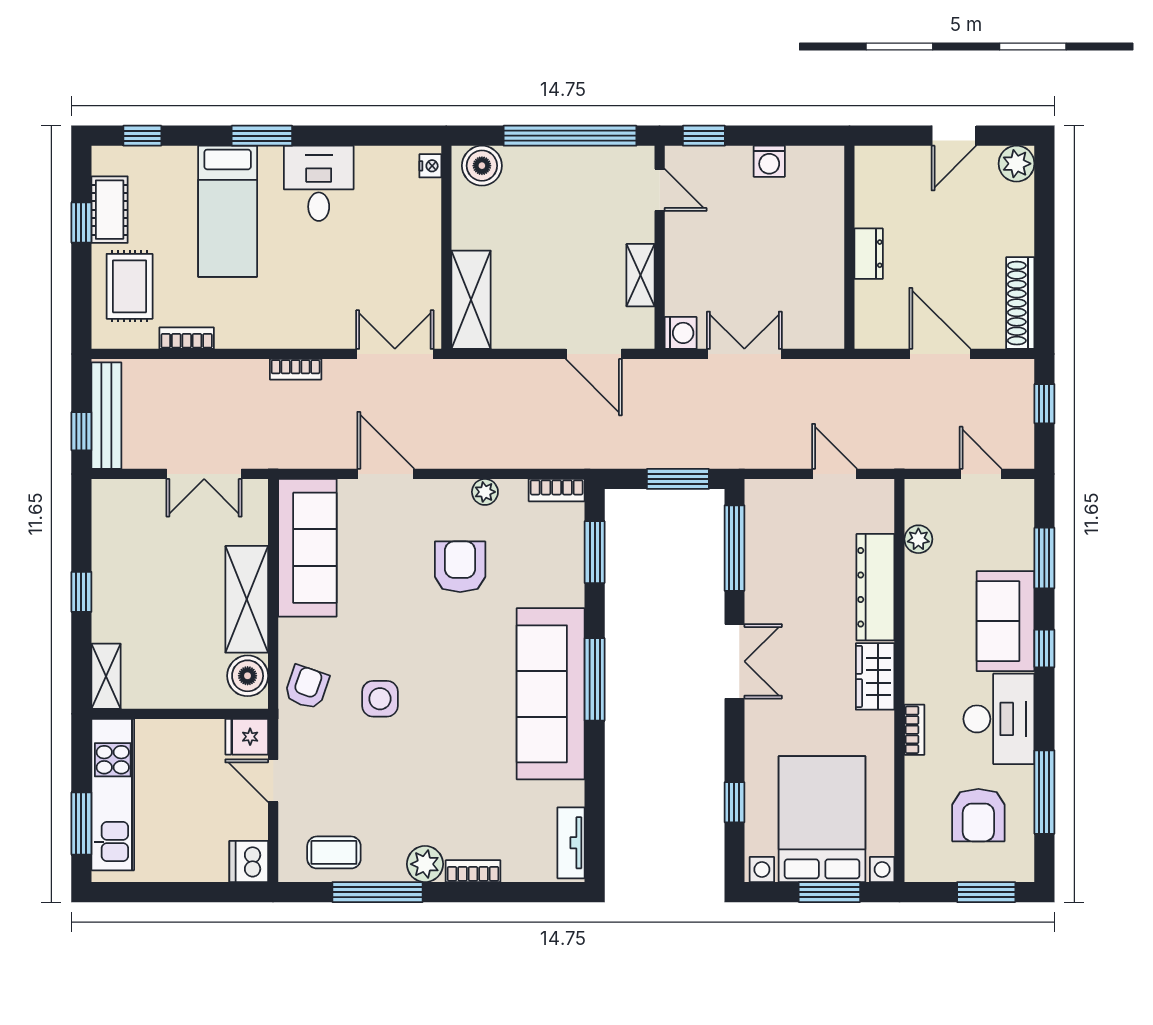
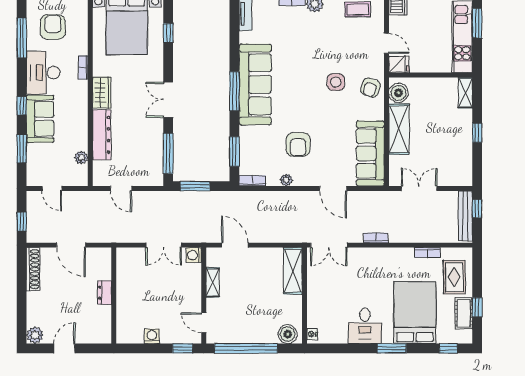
bed: (228, 211) -> (415, 313), width x1.50

